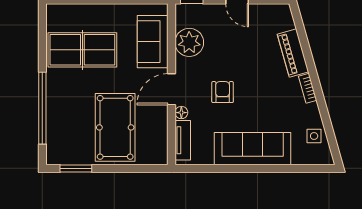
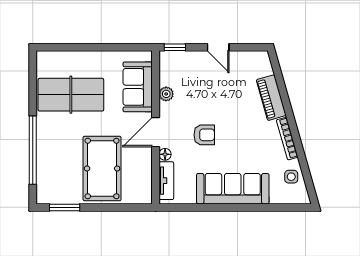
plant: (189, 42) -> (166, 94), width x0.53, depth x0.53
bookcase: (308, 88) -> (287, 139), width x1.56
armchair: (223, 92) -> (204, 135), turned 90

